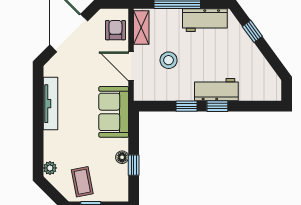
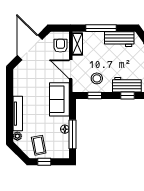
stool: (169, 60) -> (97, 78), moved
tv unit: (50, 104) -> (18, 114), moved
window: (186, 106) -> (95, 96), moved
window: (134, 165) -> (72, 134), width x2.17

